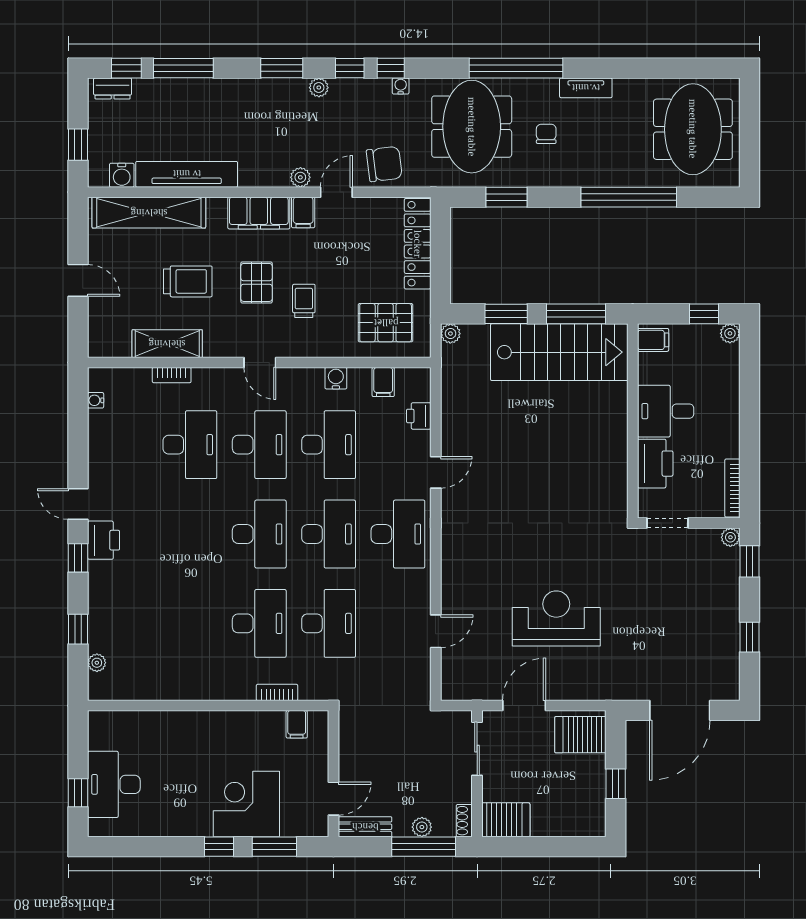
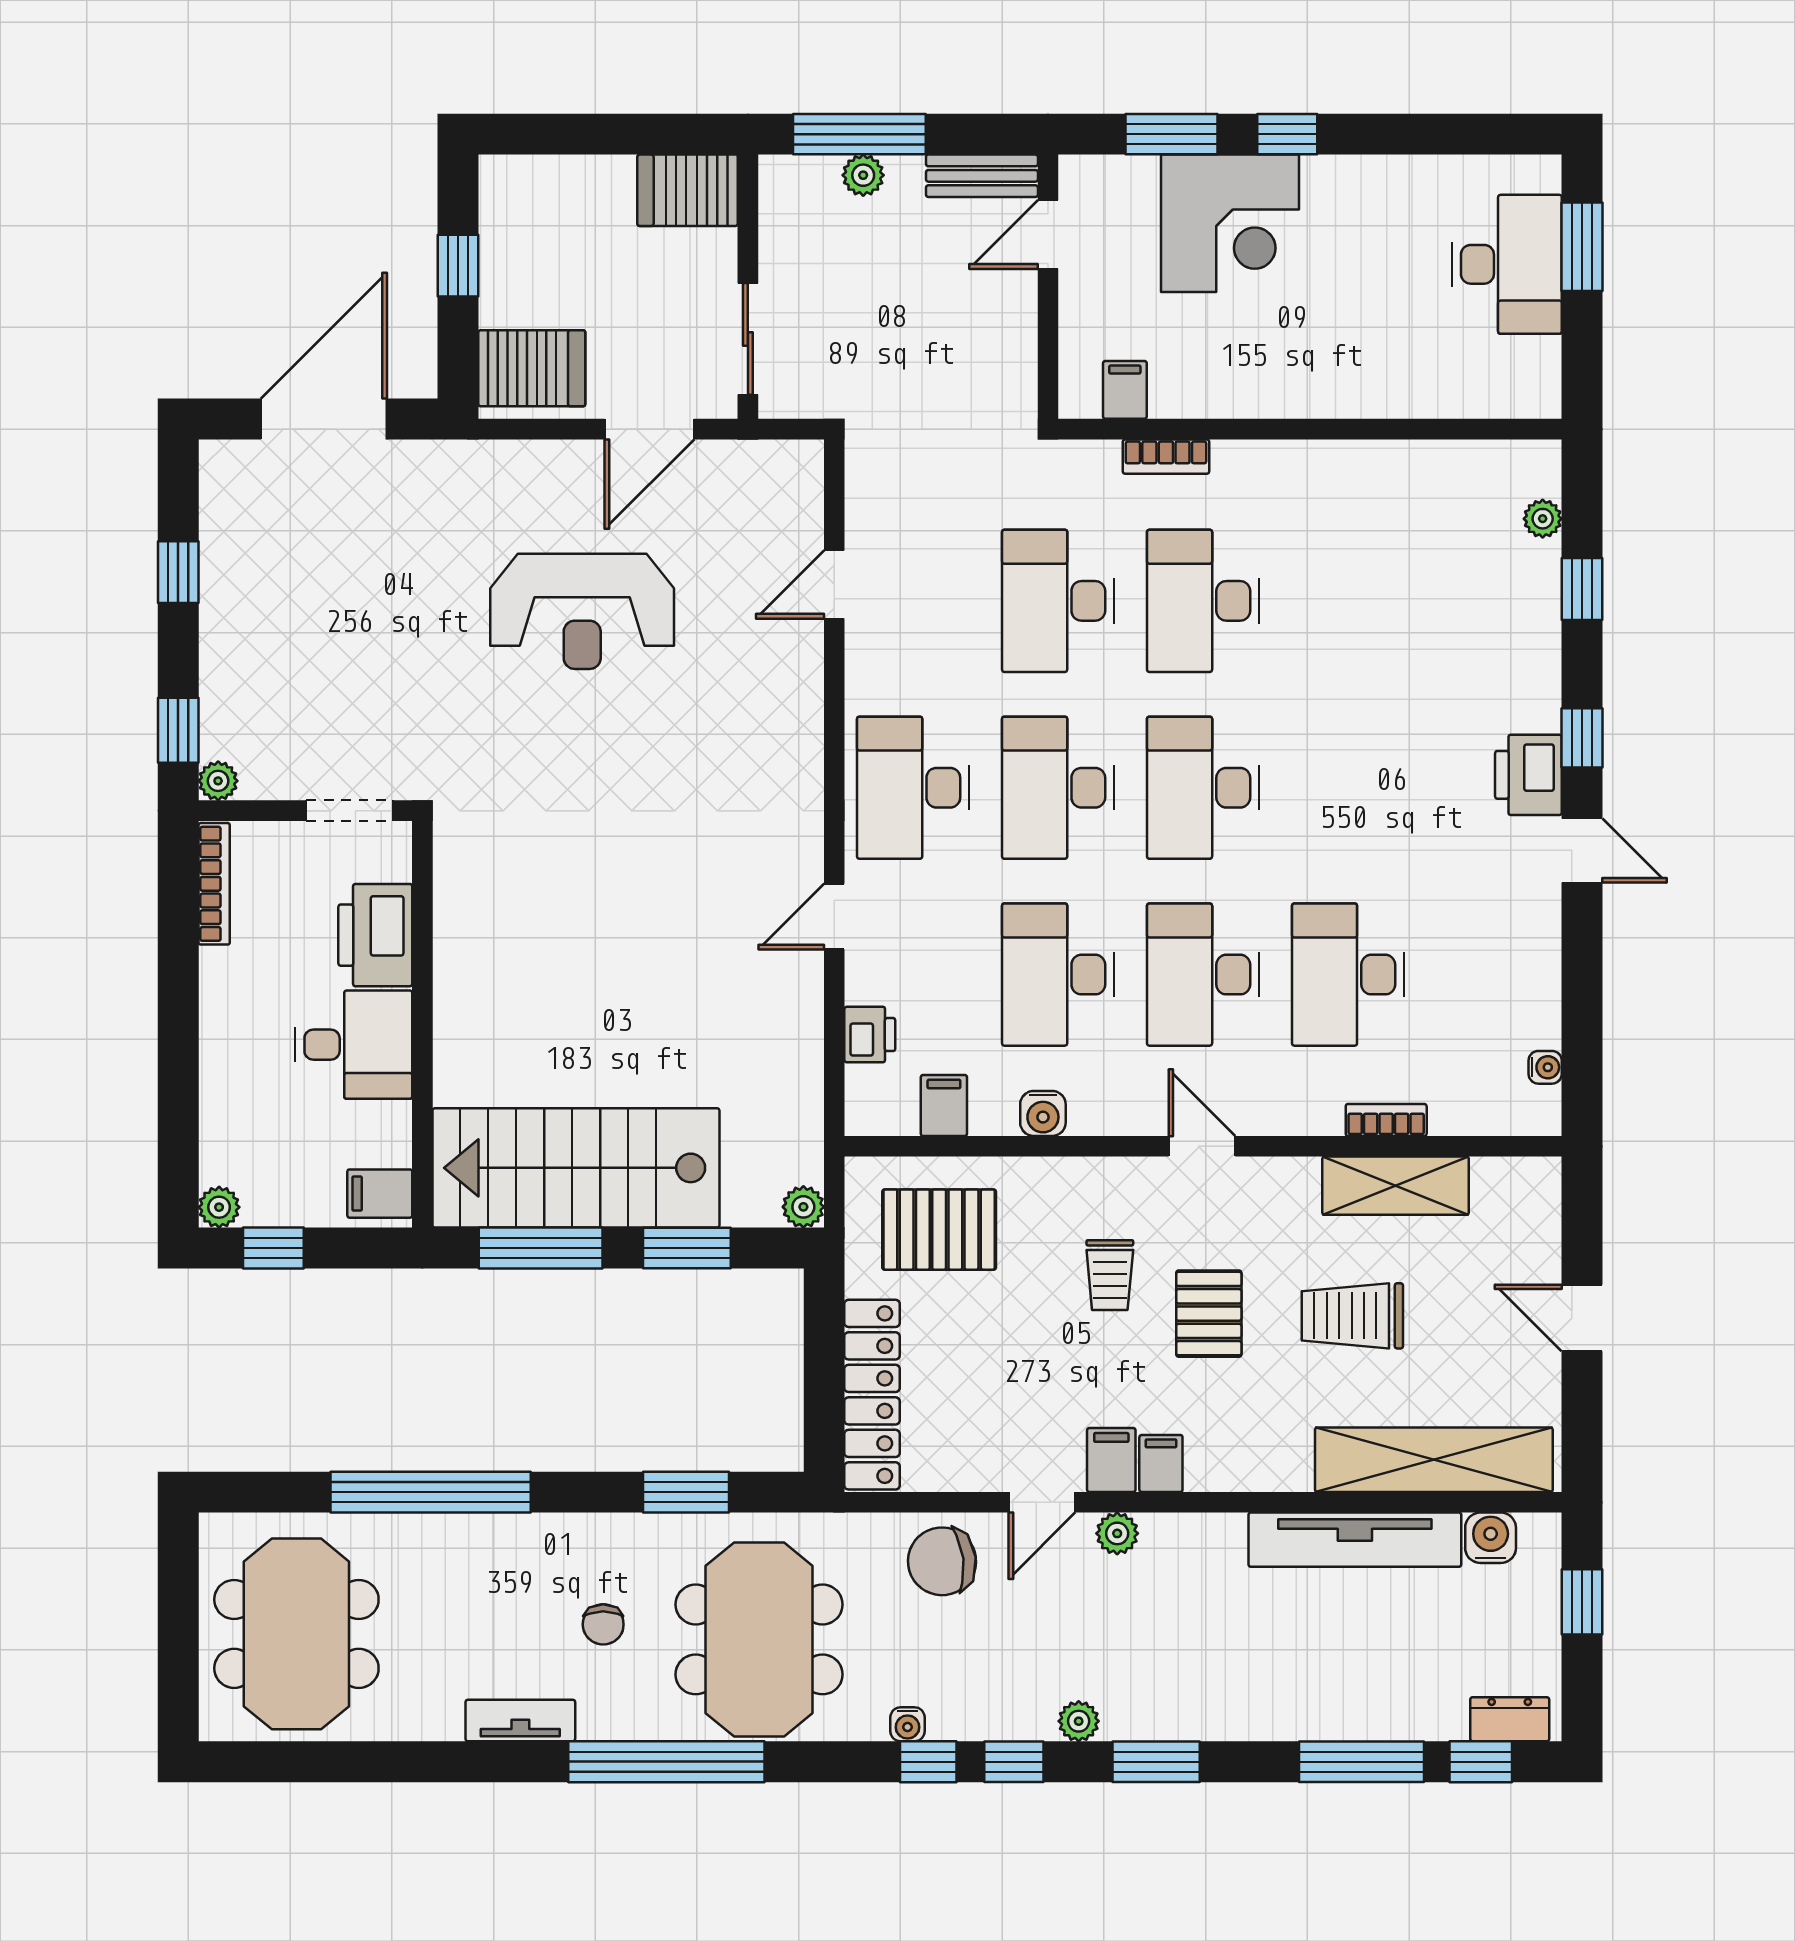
filing cabinet: (259, 213) -> (1161, 1463), width x0.33, depth x0.86
window: (78, 793) -> (1582, 247), width x1.50
shoe rack: (464, 821) -> (775, 188), removed

